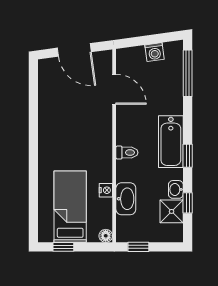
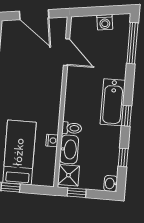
toilet: (127, 153) -> (72, 128), moved
washbasin: (176, 189) -> (111, 183), moved
shower: (172, 211) -> (68, 175), moved
floor lamp: (106, 236) -> (49, 181), removed

